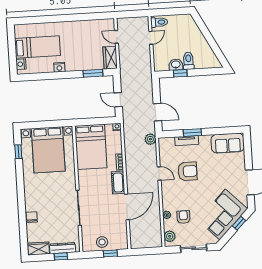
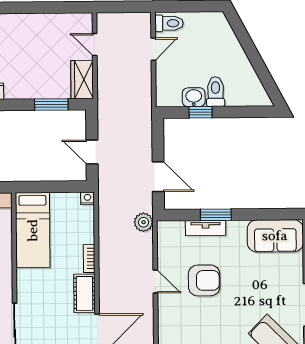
bed: (91, 147) -> (33, 230), width x0.67

